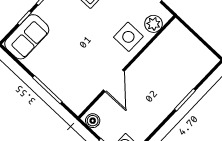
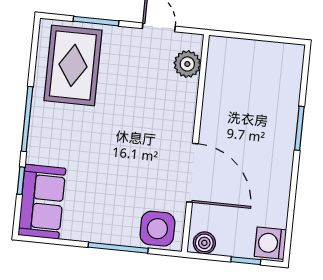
side table: (128, 37) -> (157, 229), moved
door: (114, 81) -> (192, 173), width x1.36

